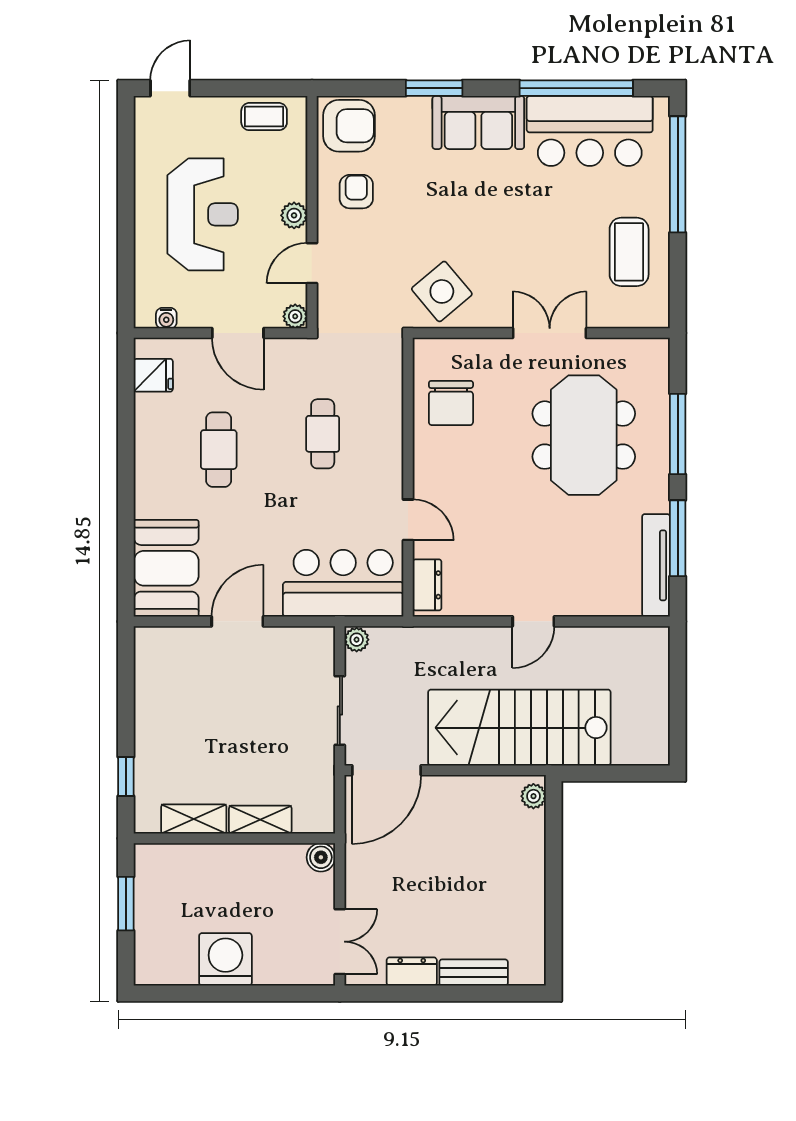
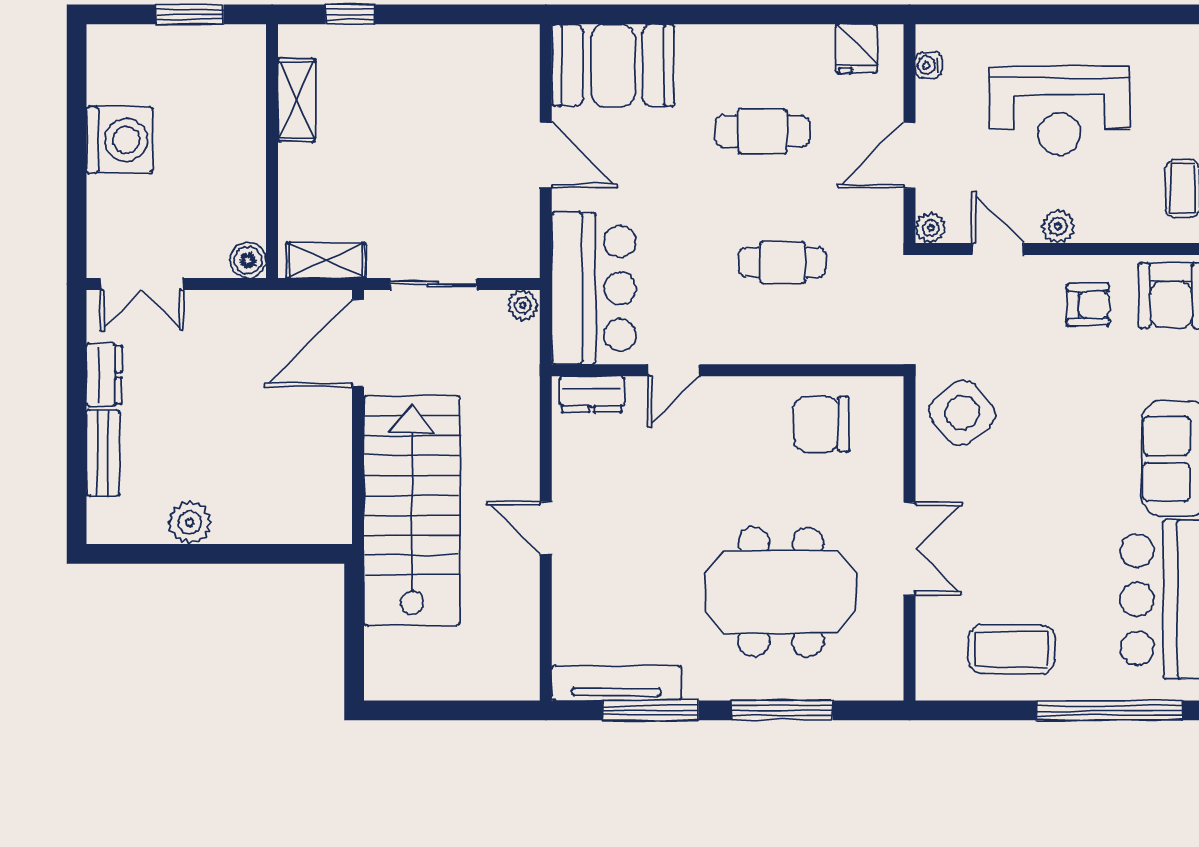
door: (387, 770) -> (358, 343), hinge flipped
plant: (533, 796) -> (190, 523), moved, width x1.38, depth x1.38
shelving: (260, 820) -> (326, 260), moved, turned 90

